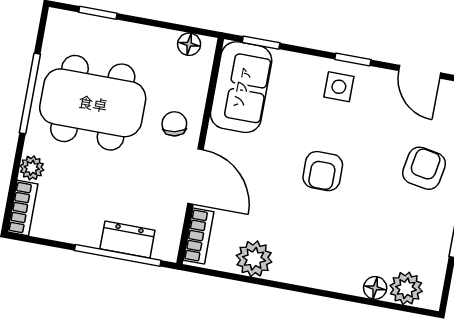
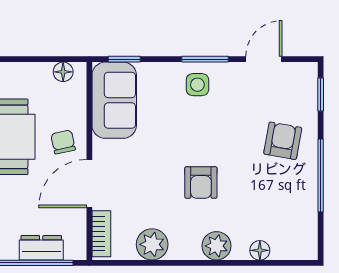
window: (353, 60) -> (205, 59), width x1.50
door: (420, 72) -> (264, 59), swing flipped
armchair: (323, 171) -> (201, 182), moved
door: (195, 177) -> (89, 184), swing flipped
plant: (406, 288) -> (216, 246), moved

